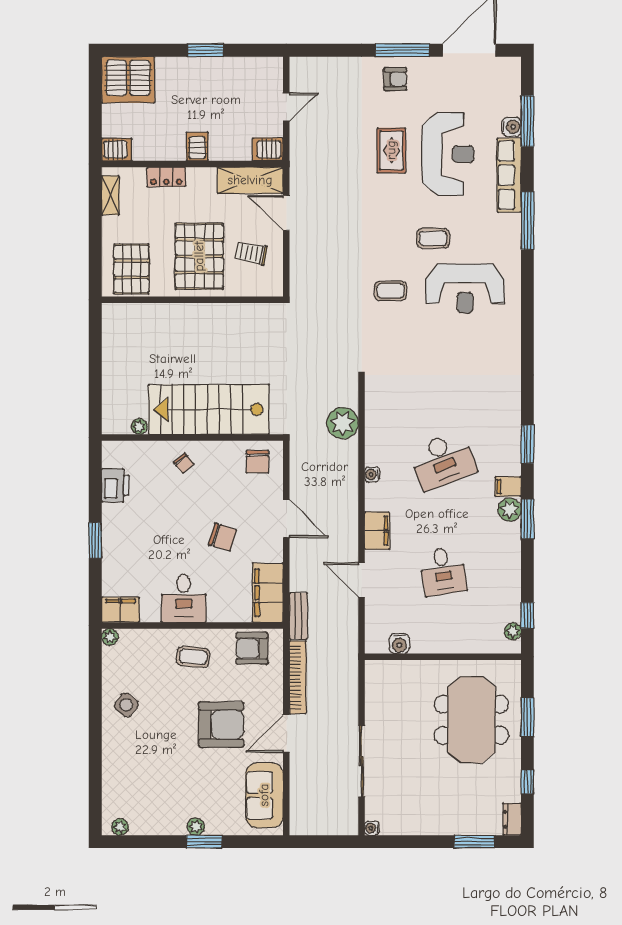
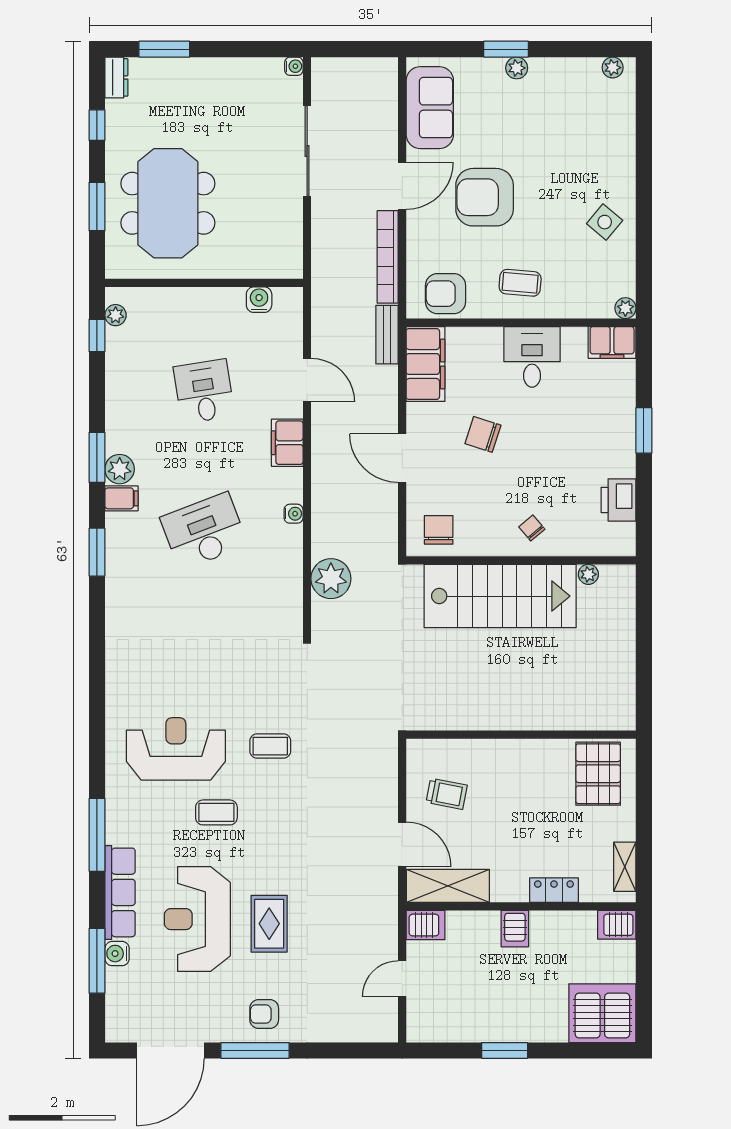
pallet: (199, 256) -> (512, 790), removed
armchair: (252, 648) -> (446, 294), turned 180

